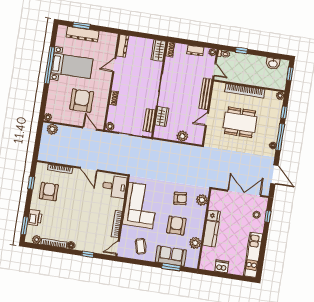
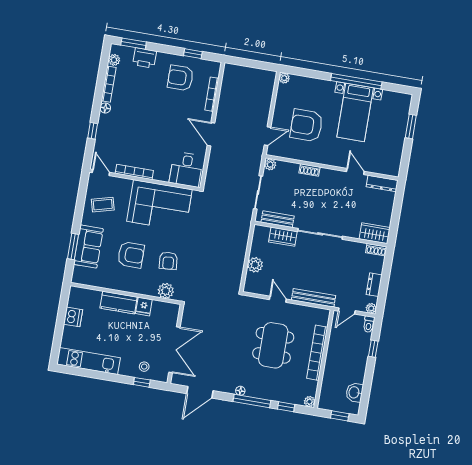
dresser: (82, 34) -> (399, 128), removed
armchair: (82, 101) -> (307, 125), turned 180
plant: (52, 129) -> (267, 84), removed
door: (89, 169) -> (211, 134), hinge flipped
armchair: (49, 192) -> (180, 78), turned 180
plant: (195, 243) -> (106, 281), removed

